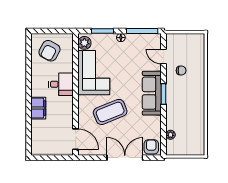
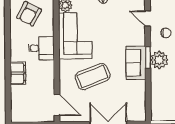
sofa: (152, 93) -> (136, 63), width x0.73
plant: (170, 135) -> (159, 60), moved, width x1.87, depth x1.87
armchair: (151, 147) -> (136, 112), removed

